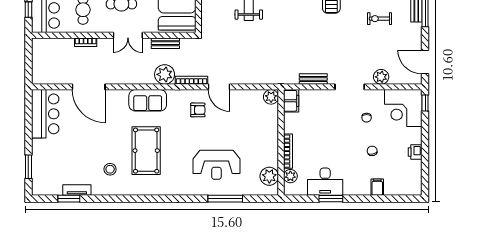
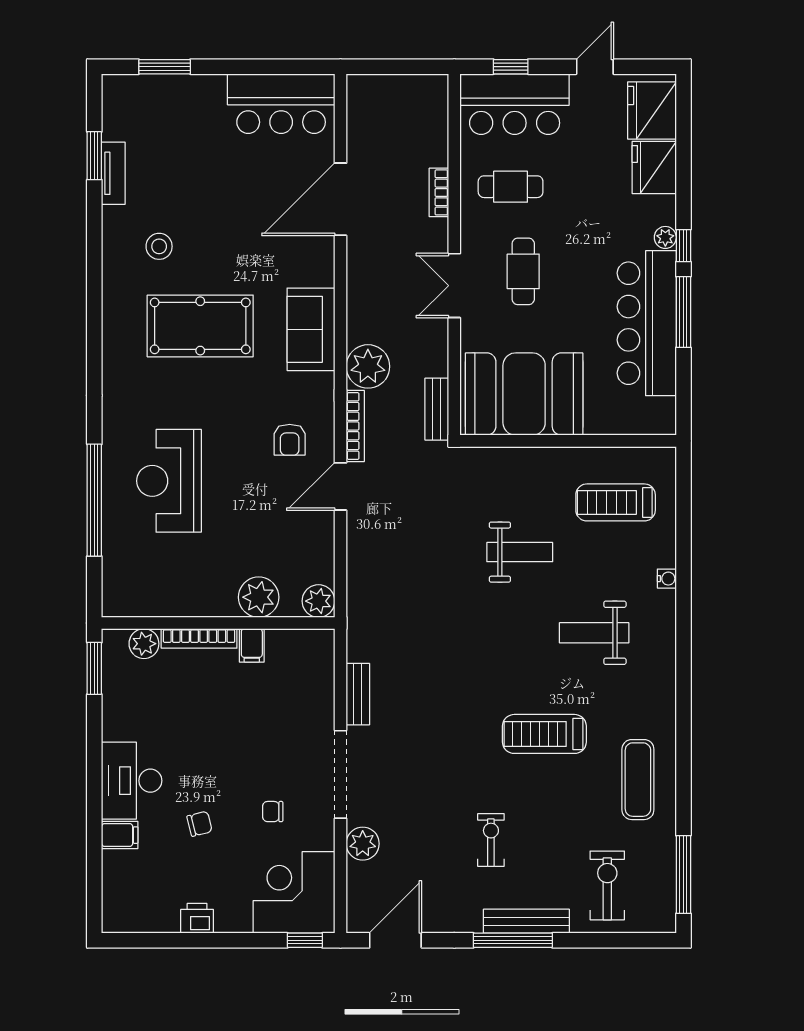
bench: (165, 43) -> (437, 409), moved
doorway: (350, 87) -> (340, 774), width x1.36
filing cabinet: (291, 101) -> (252, 645), moved, width x0.50
plant: (269, 176) -> (259, 597), moved
desk: (325, 182) -> (132, 781), moved
window: (225, 199) -> (94, 500), width x1.46
window: (331, 199) -> (94, 668), moved

